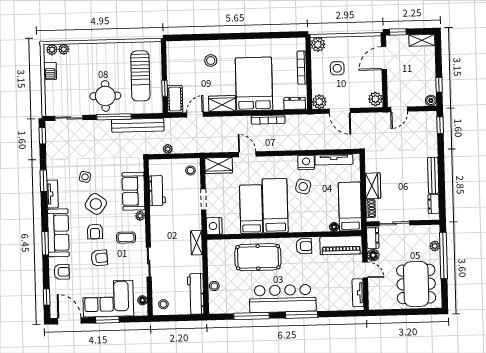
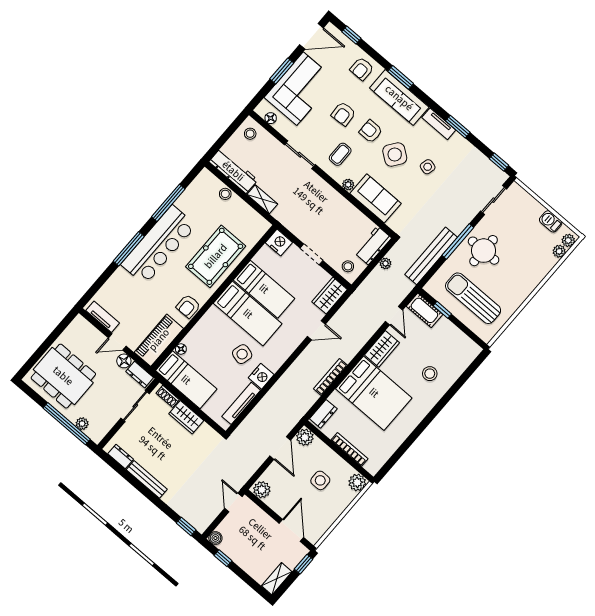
door: (340, 111) -> (280, 448), swing flipped
workbench: (157, 191) -> (373, 245), moved, turned 90
shelving: (196, 243) -> (262, 199), moved

